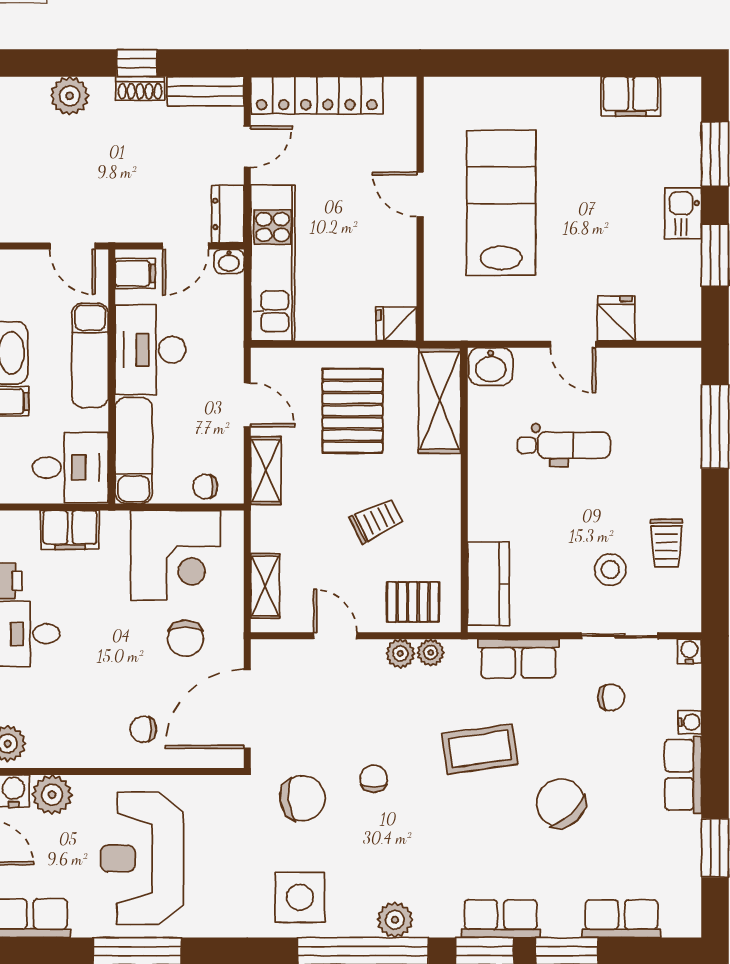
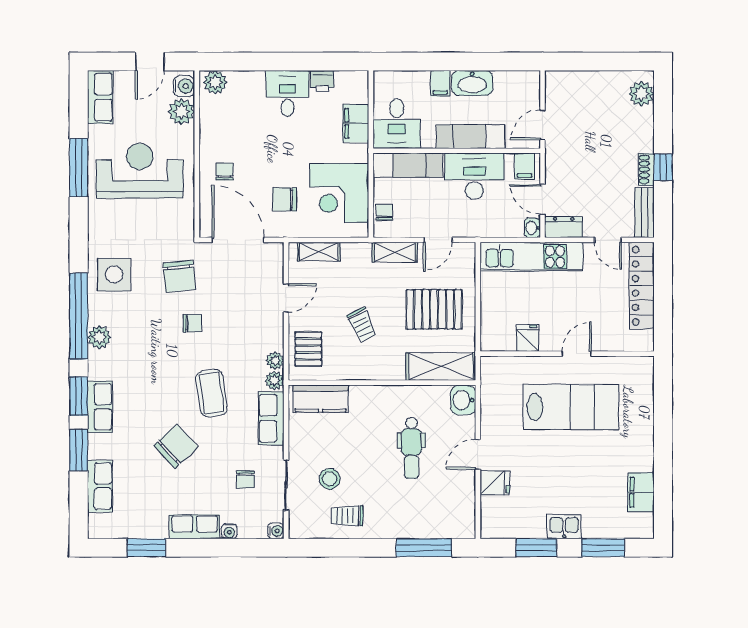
plant: (70, 96) -> (641, 94), moved
fridge: (396, 324) -> (528, 338), moved
plant: (400, 654) -> (274, 381), moved

